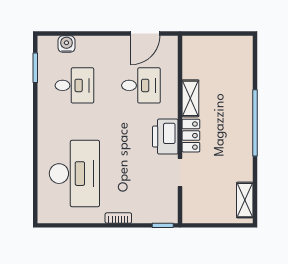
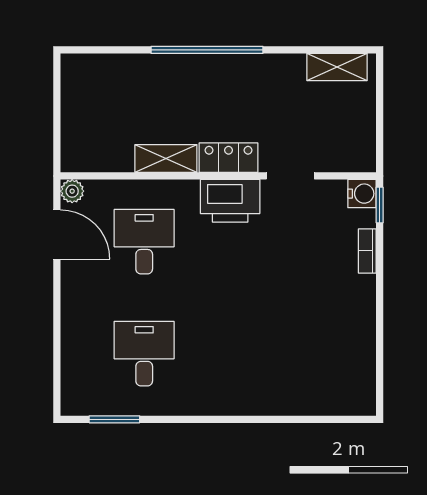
plant: (171, 43) -> (72, 191), added
water cooler: (66, 44) -> (362, 194), moved, turned 180
desk: (74, 174) -> (292, 354), removed
bookcase: (118, 218) -> (367, 251), moved

